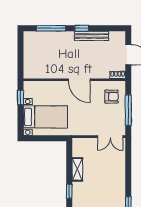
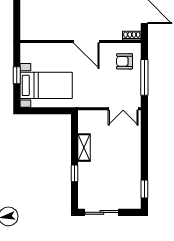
window: (21, 97) -> (17, 75), moved
armchair: (111, 97) -> (125, 61), turned 180

